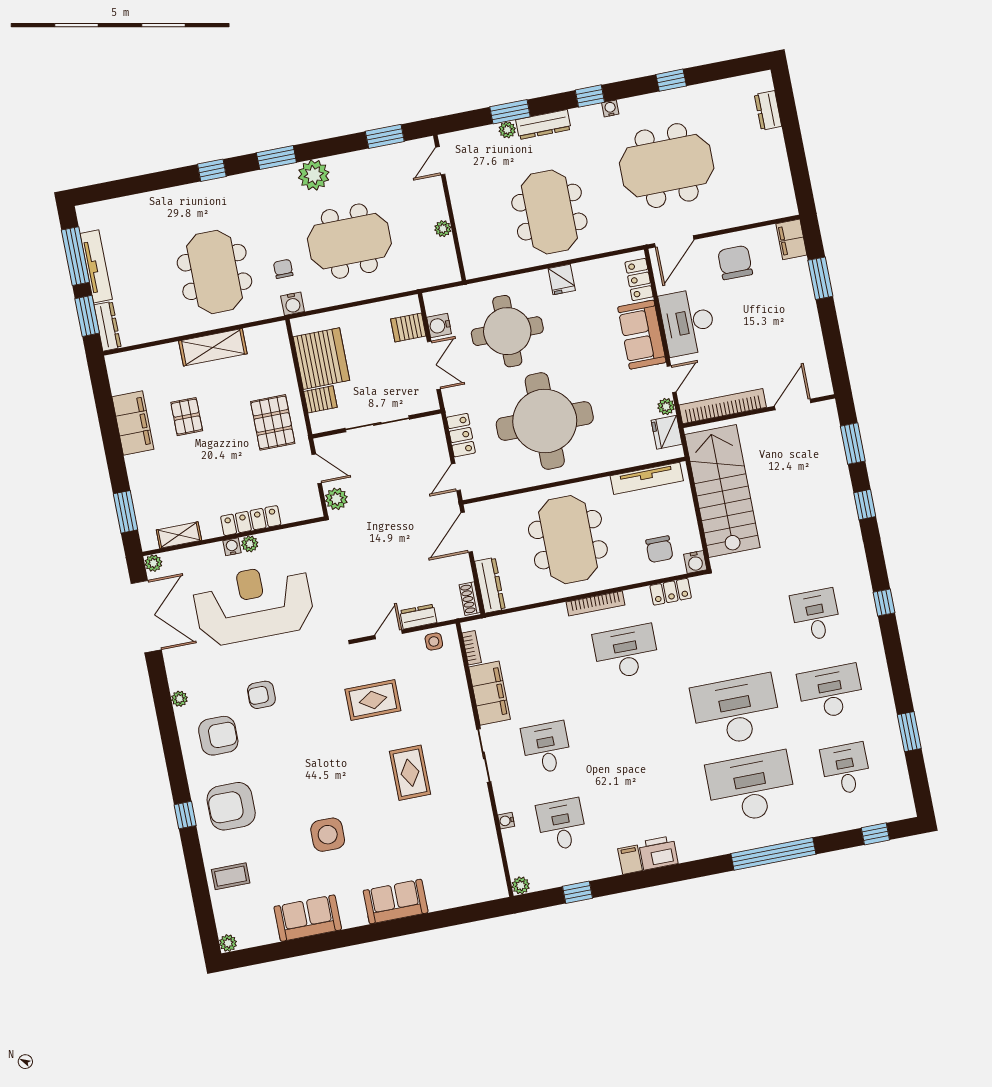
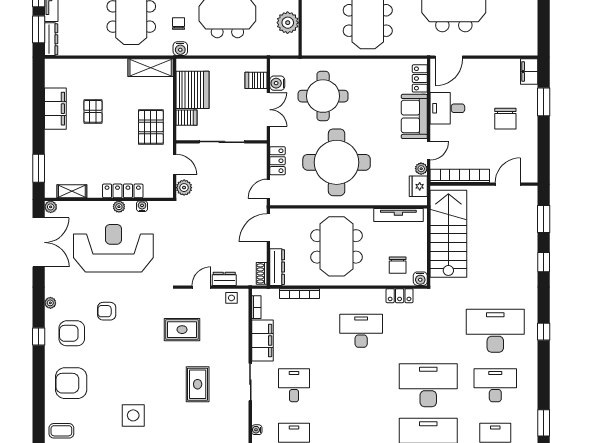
plant: (443, 229) -> (288, 23), width x1.88, depth x1.88
chair: (735, 263) -> (505, 119), moved, turned 180
fridge: (562, 279) -> (367, 68), removed
desk: (688, 322) -> (447, 108), width x0.73
shelving: (213, 347) -> (151, 68), moved
water cooler: (232, 547) -> (142, 206), moved
bookcase: (595, 604) -> (300, 294), moved
desk: (816, 615) -> (495, 331), width x1.87, depth x1.30
armchair: (218, 736) -> (72, 333), turned 180
window: (185, 815) -> (39, 337), moved

